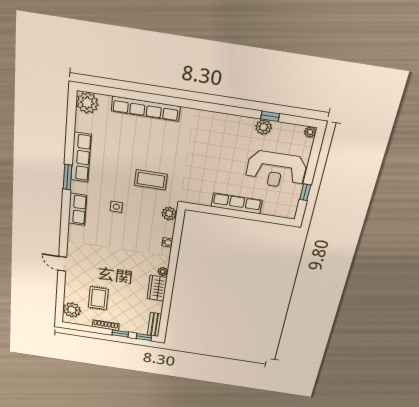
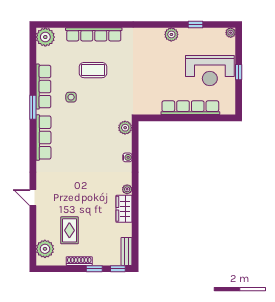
plant: (264, 127) -> (171, 34), moved
coffee table: (151, 180) -> (93, 70), moved
window: (305, 192) -> (239, 72), moved
row of seats: (237, 203) -> (190, 108), width x1.36
side table: (116, 207) -> (71, 97), moved
row of seats: (77, 209) -> (43, 137), width x1.48

